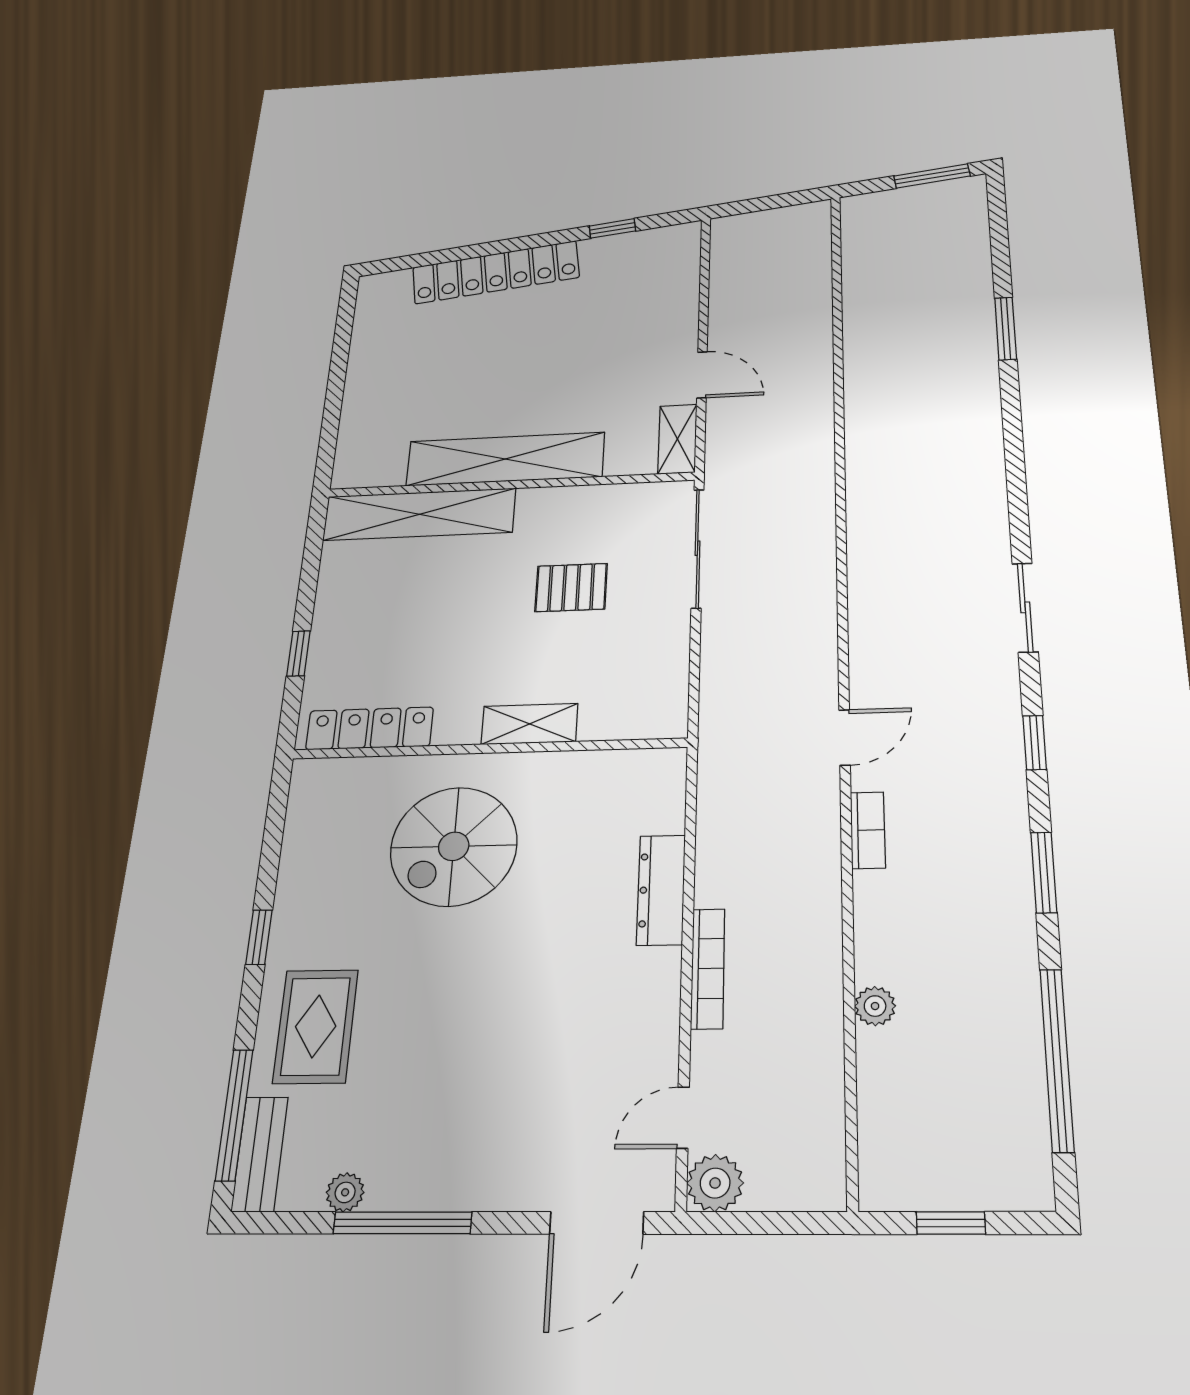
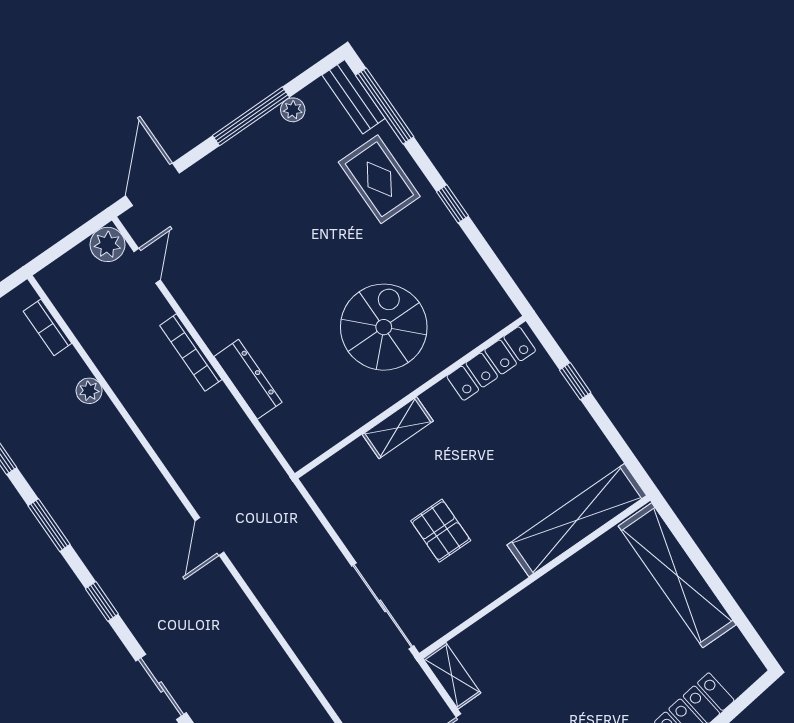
shelving: (505, 459) -> (677, 575), moved, turned 90
pallet: (571, 588) -> (441, 531), turned 90
bookcase: (868, 830) -> (47, 327), moved

